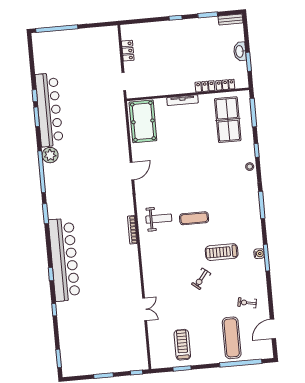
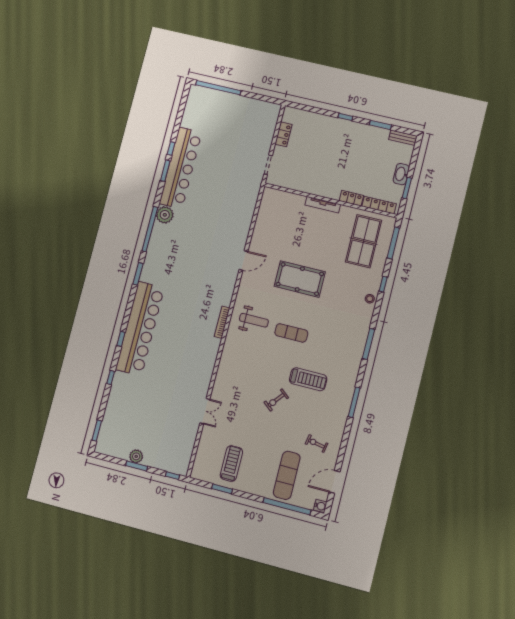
locker: (225, 85) -> (379, 205), width x1.53
pool table: (143, 121) -> (300, 279), moved, turned 90
treadmill: (222, 252) -> (308, 379), turned 180
water cooler: (259, 254) -> (320, 506), moved
plant: (100, 368) -> (136, 456), added

